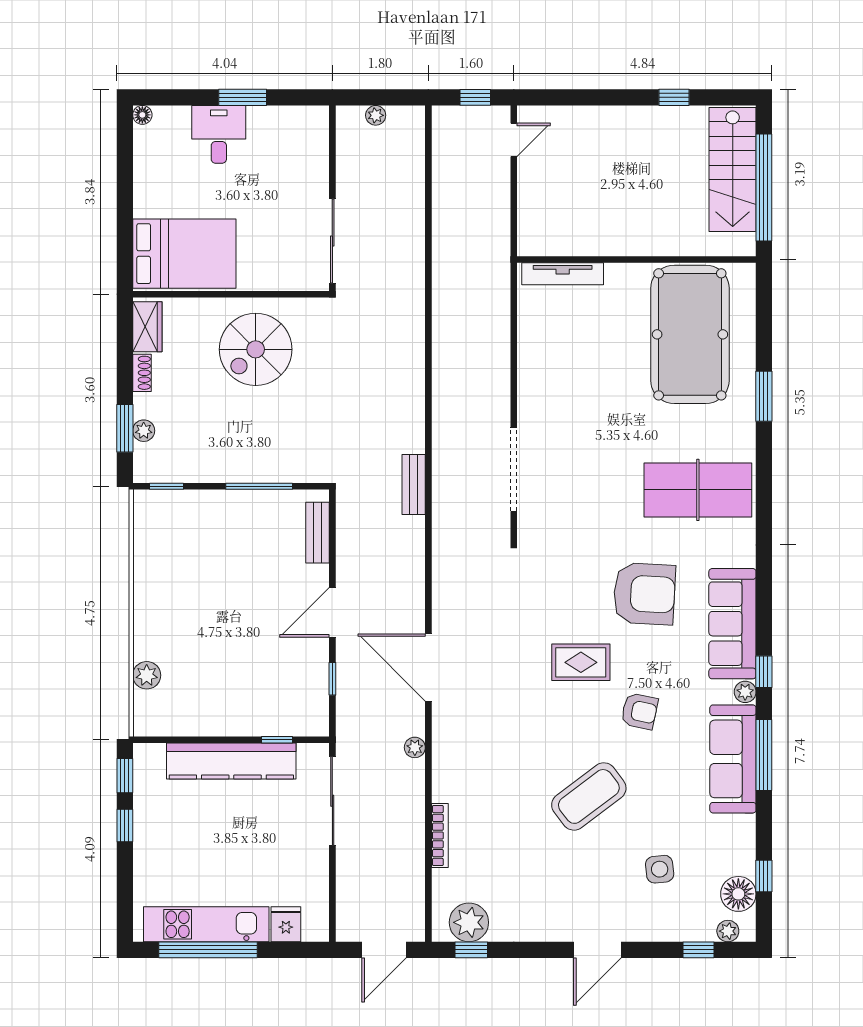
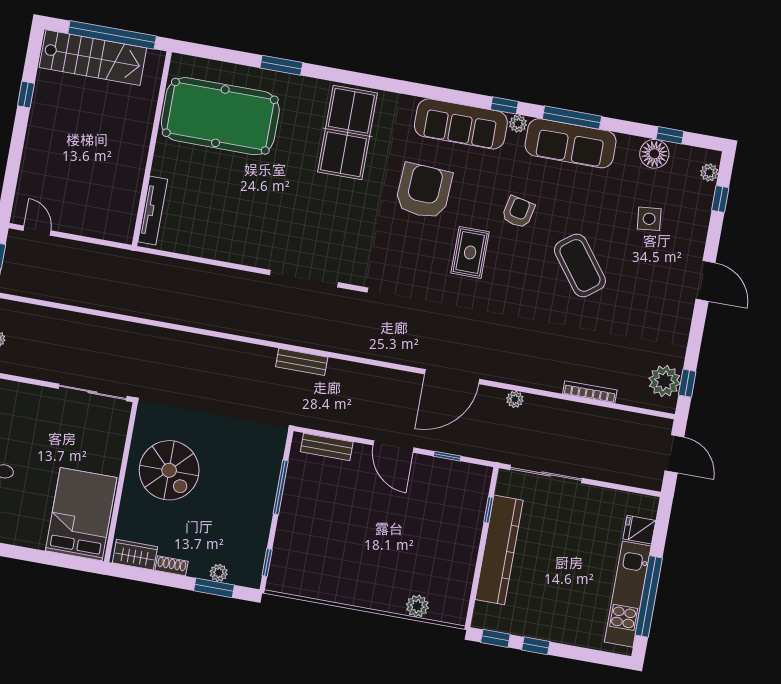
floor lamp: (738, 894) -> (654, 154), moved

